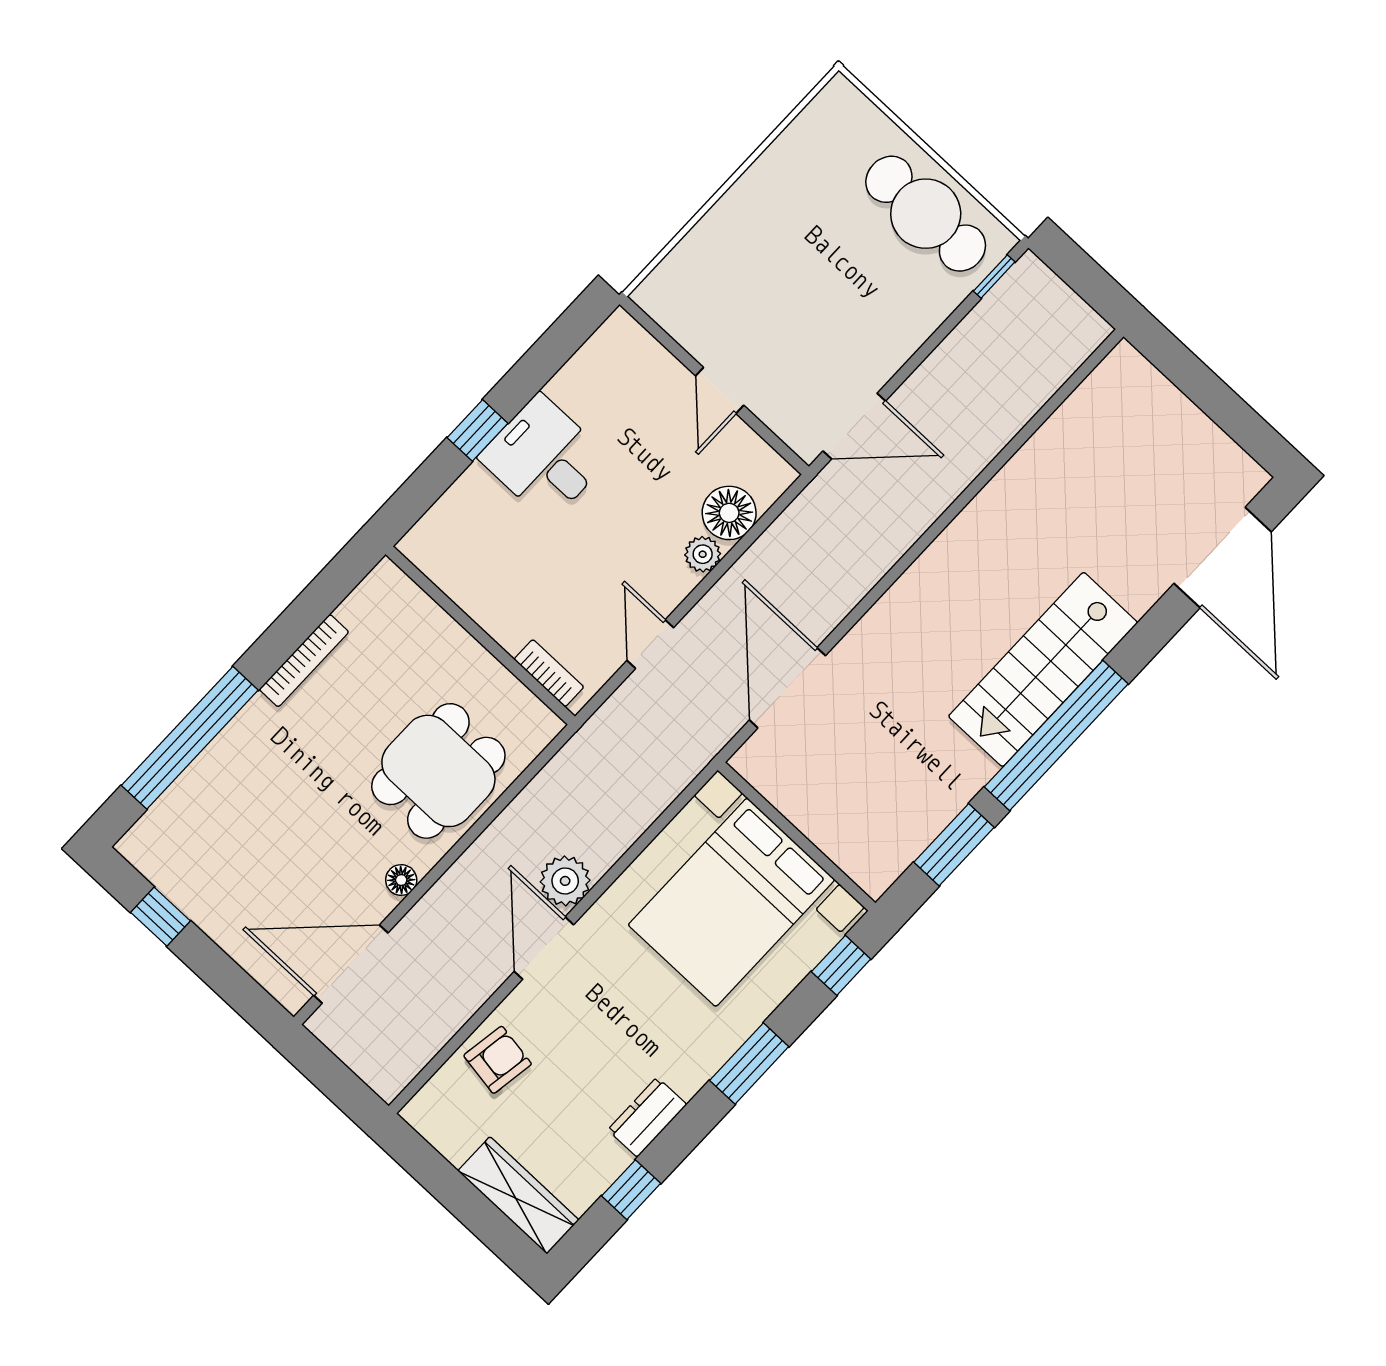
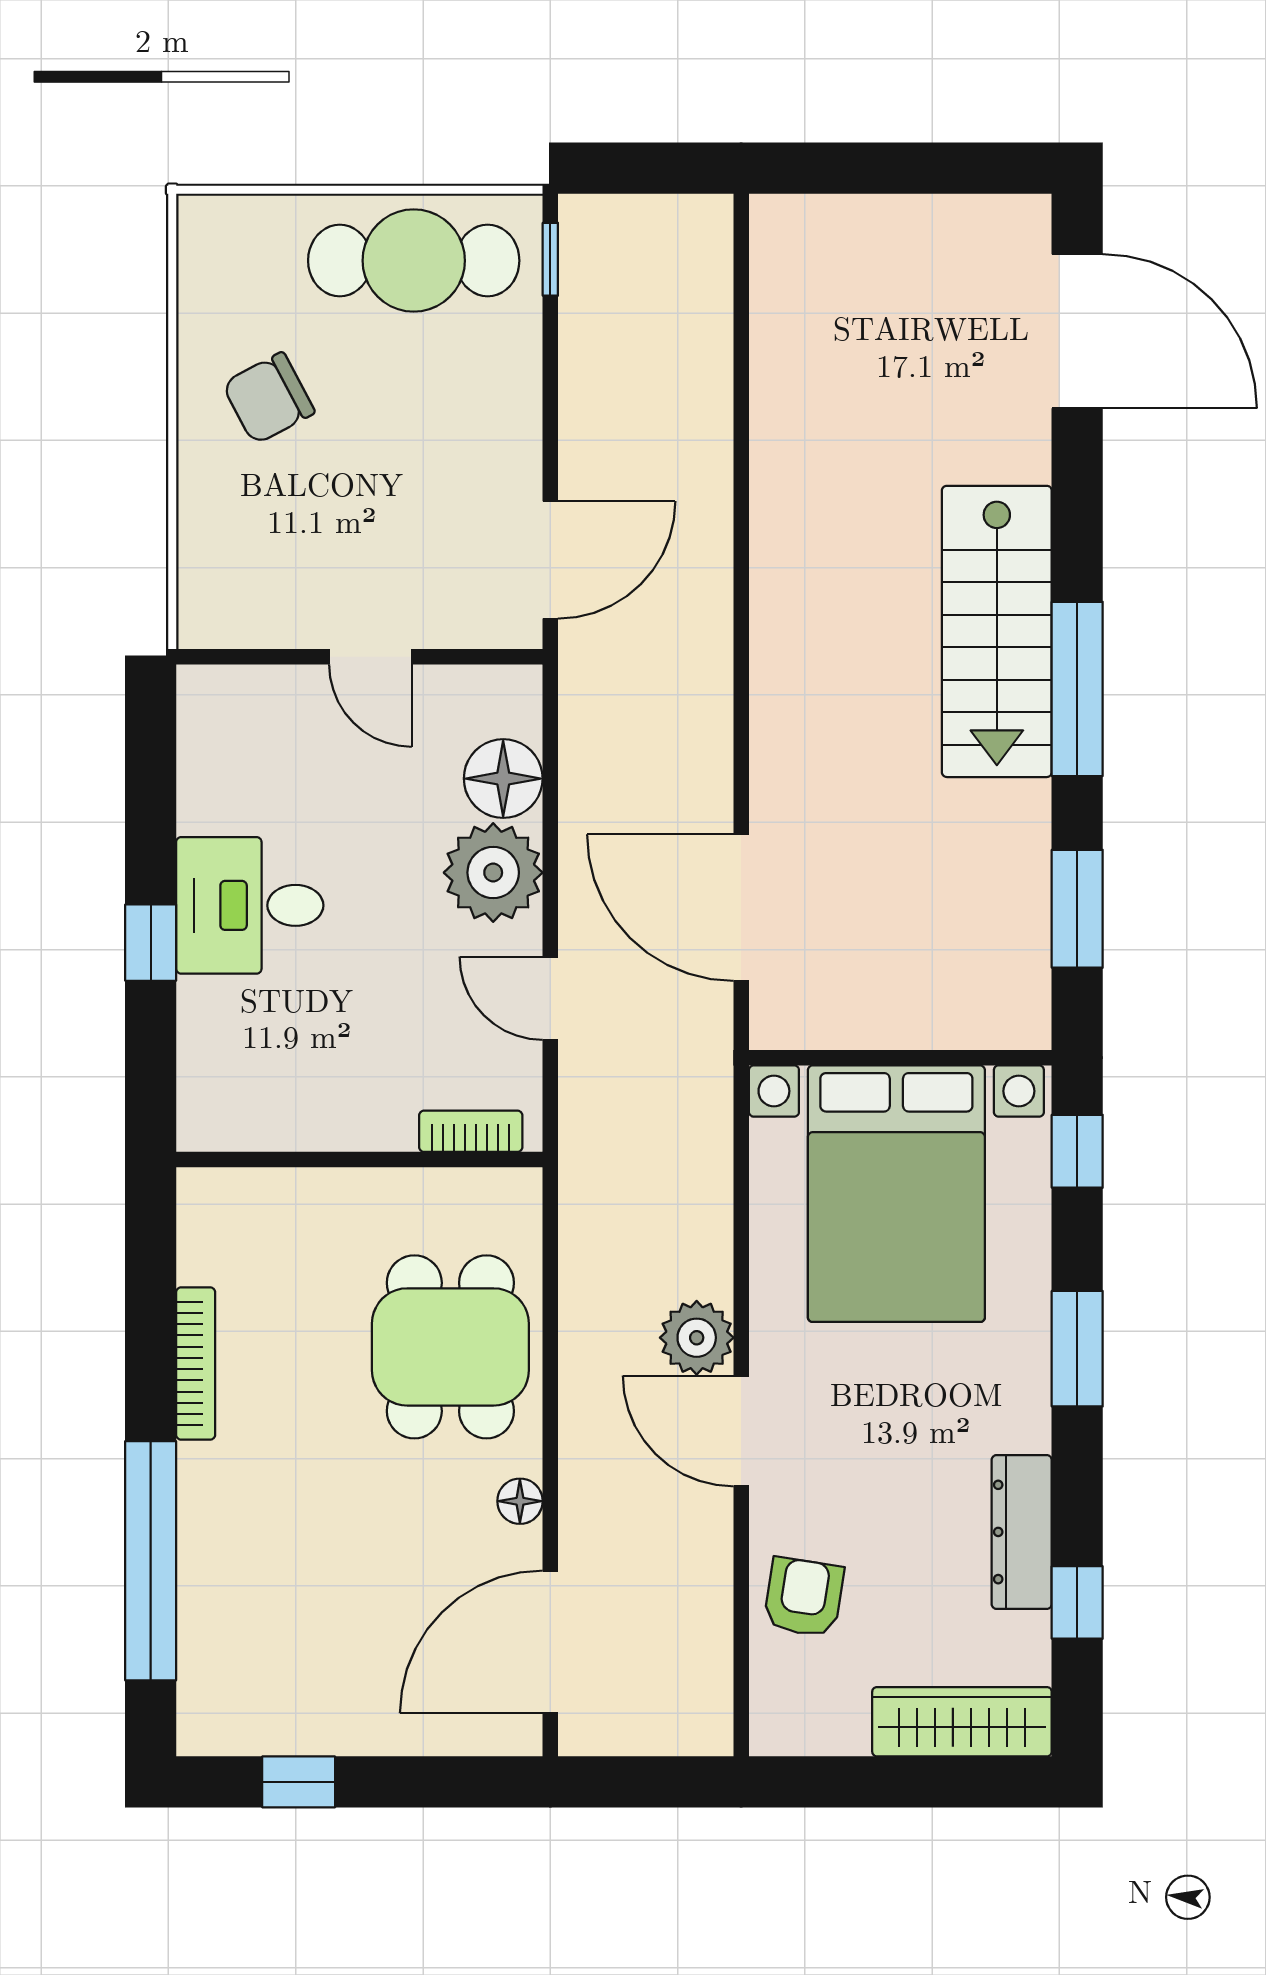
chair: (789, 215) -> (268, 398), added
plant: (703, 554) -> (493, 873), width x1.87, depth x1.87
window: (1056, 735) -> (1077, 689), width x0.68
dresser: (647, 1117) -> (1022, 1532), width x1.44

